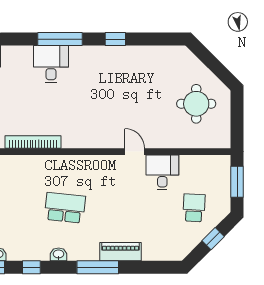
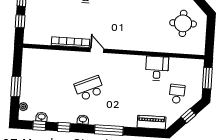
door: (135, 152) -> (97, 50), moved
school desk: (65, 208) -> (89, 88), turned -30
piano: (121, 252) -> (151, 122), moved

